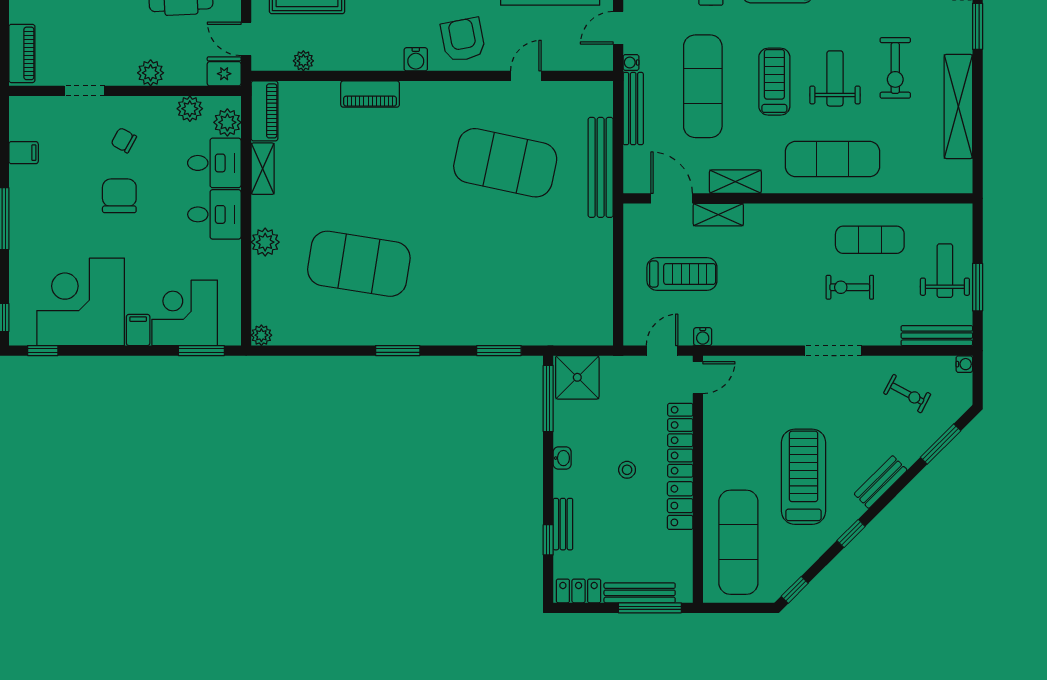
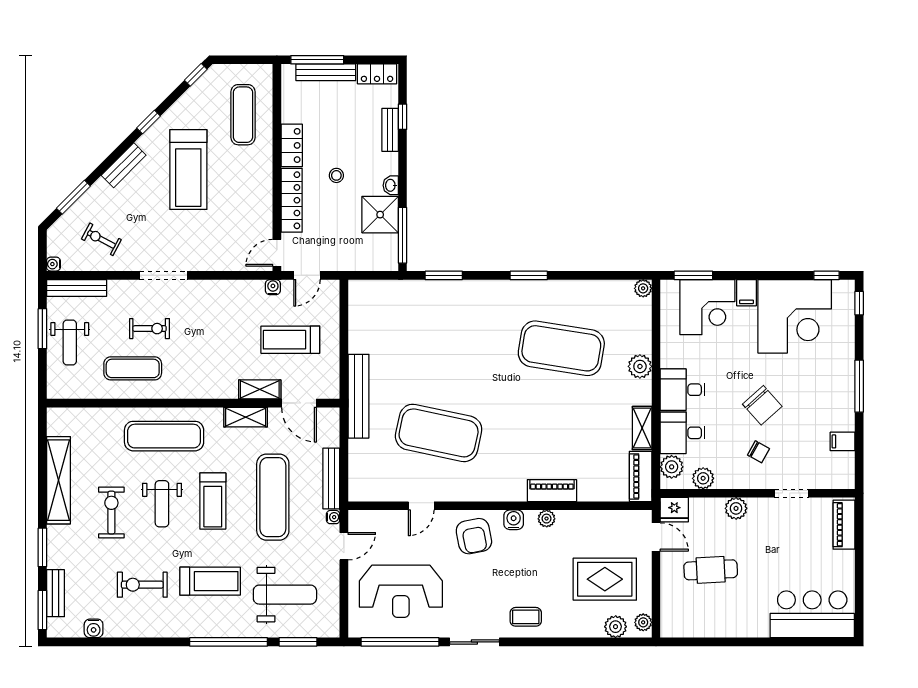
plant: (303, 61) -> (547, 519), moved
bench: (601, 167) -> (359, 396), moved
chair: (119, 196) -> (762, 405), turned -42
shower: (577, 377) -> (380, 215), moved
exercise mat: (738, 542) -> (243, 115), width x0.73, depth x0.69

